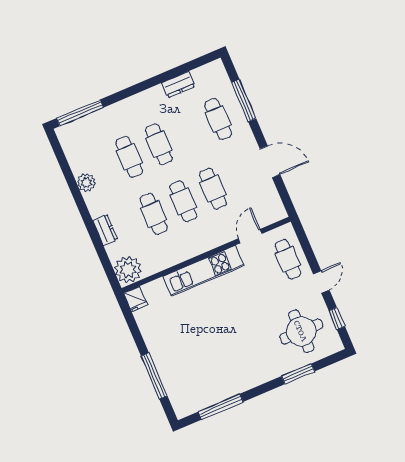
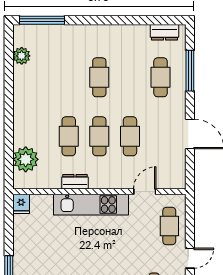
dresser: (178, 85) -> (164, 32), moved
cafe table: (129, 157) -> (69, 77), removed
plant: (86, 183) -> (22, 56), moved
dresser: (105, 230) -> (75, 182), moved, turned -90
plant: (128, 270) -> (26, 159), moved

